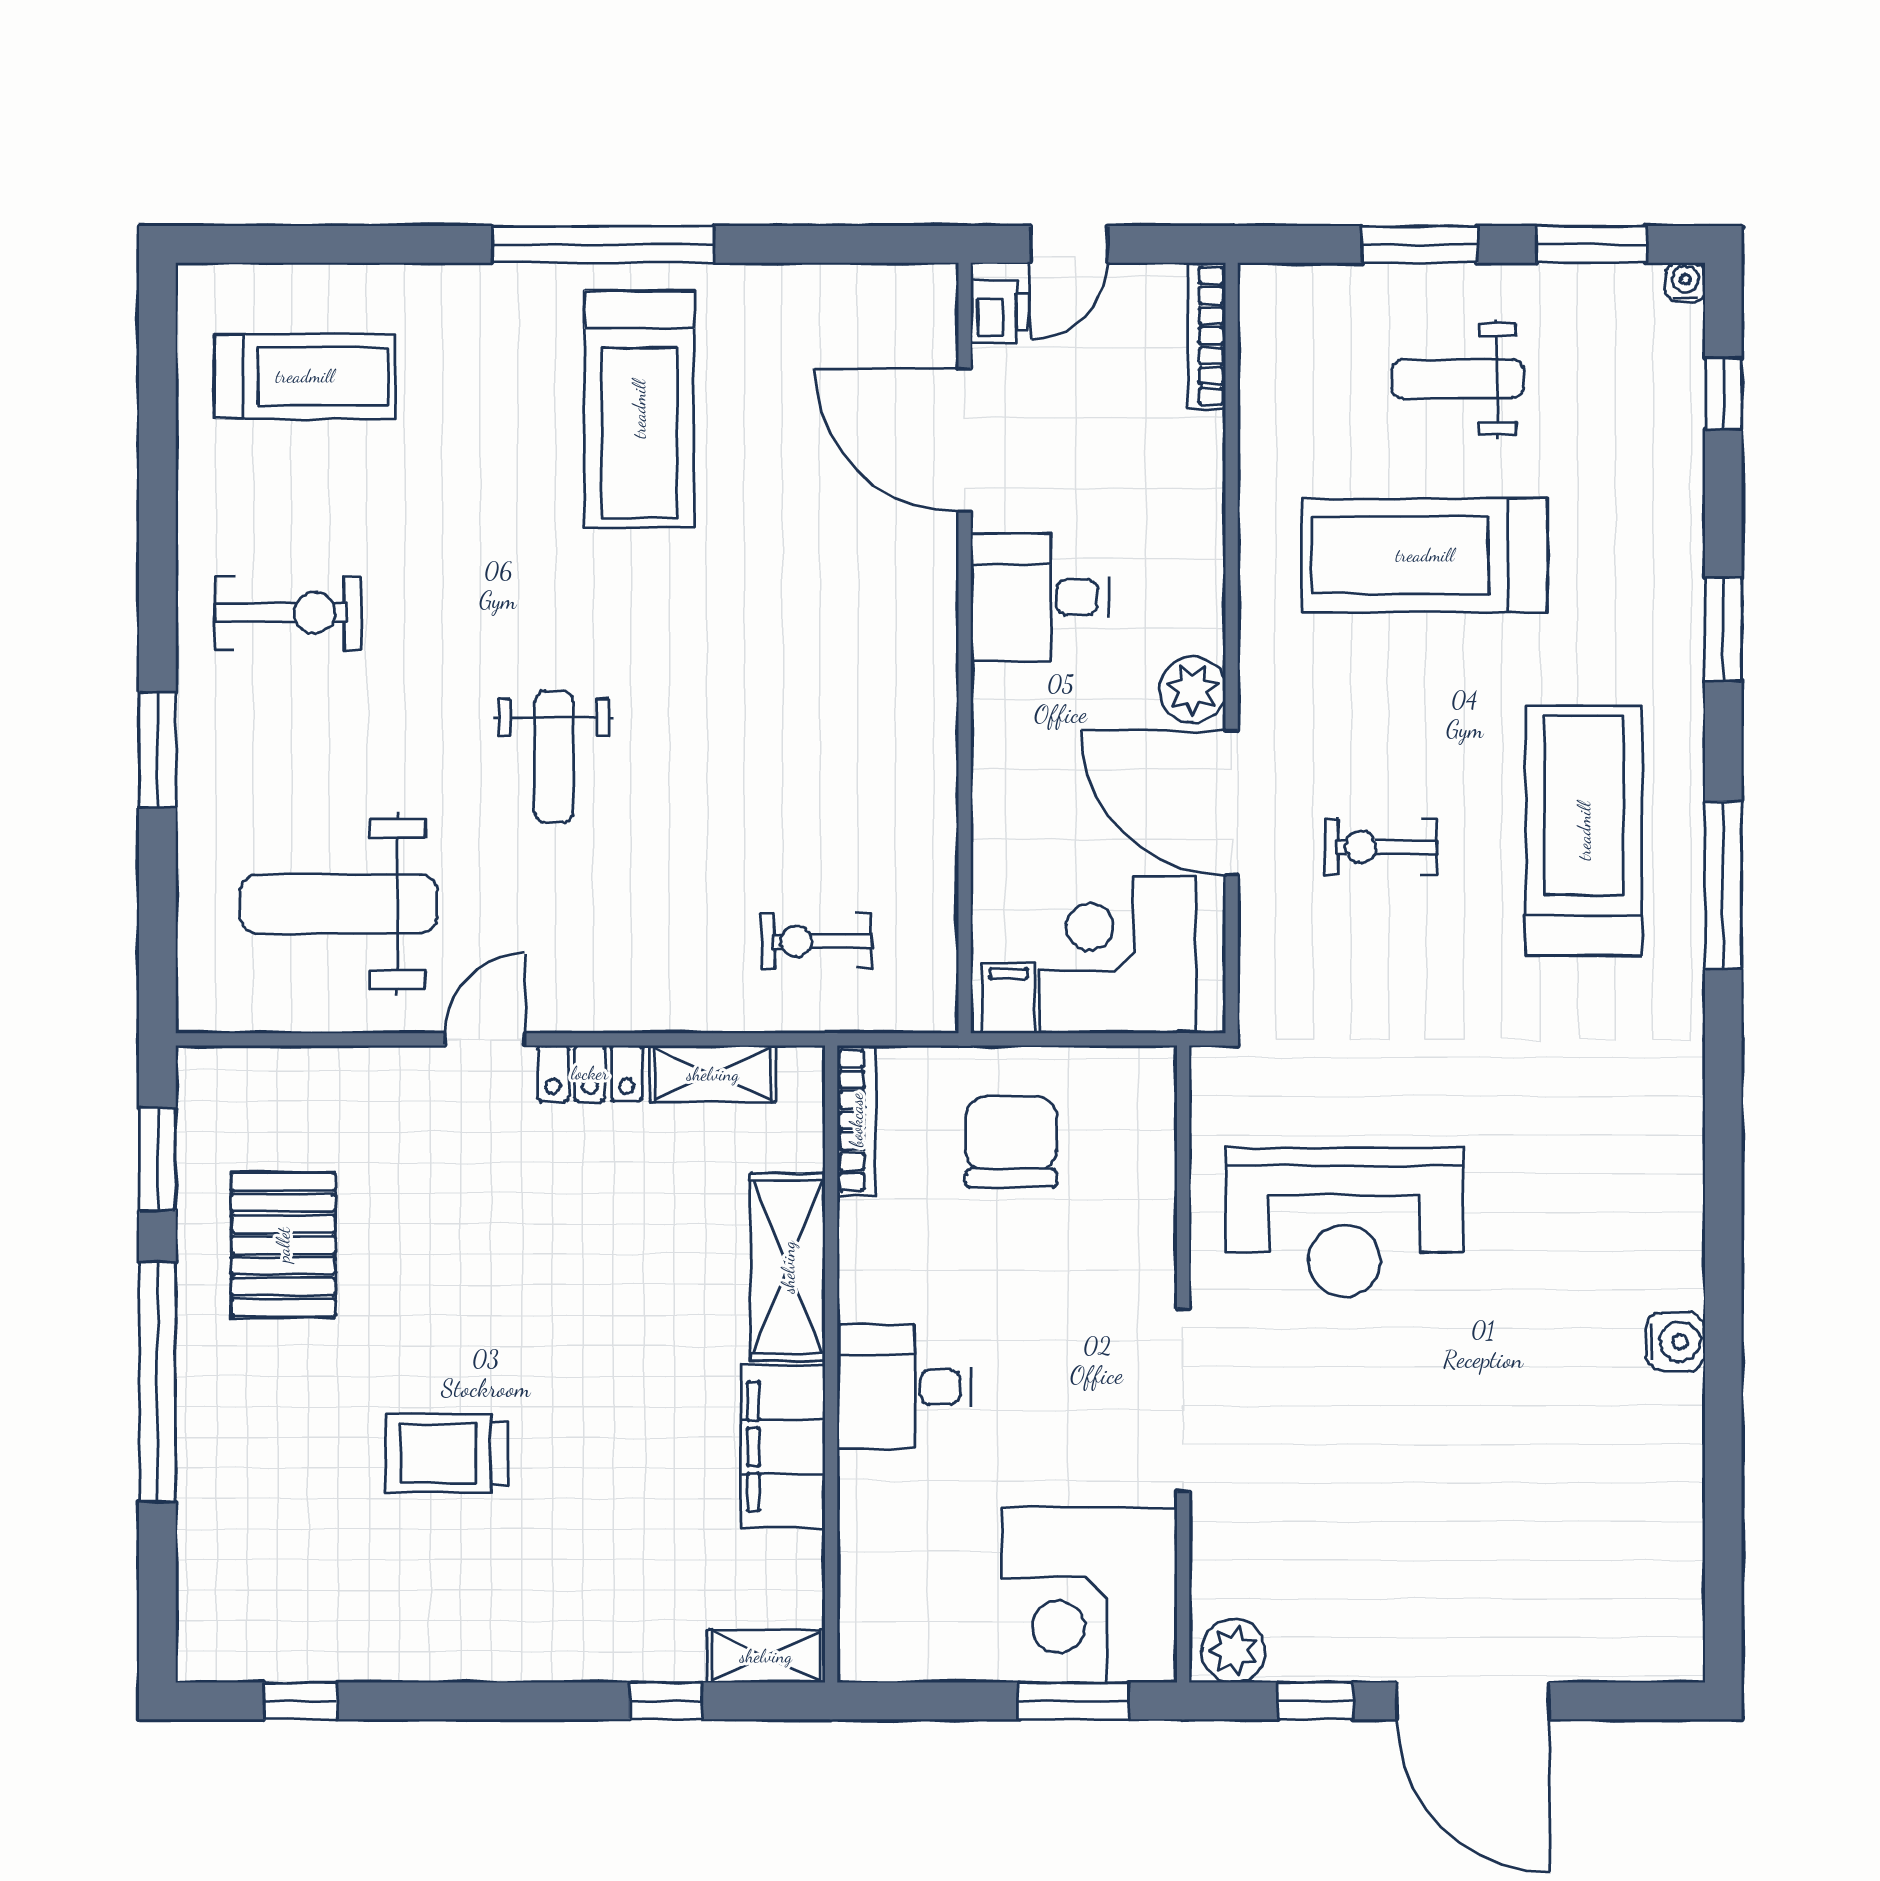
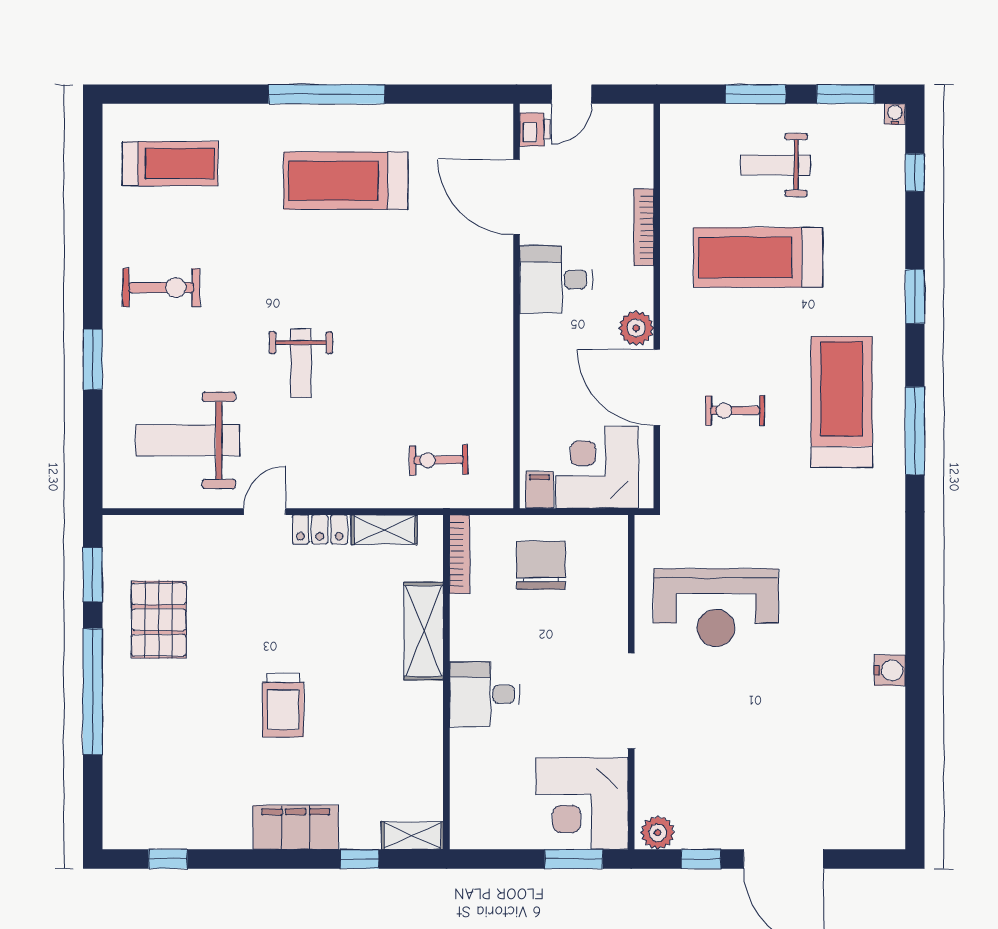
bookcase: (1207, 336) -> (644, 227), moved
treadmill: (639, 409) -> (346, 181), turned 90
filing cabinet: (783, 1447) -> (296, 827), moved, turned 90
trolley: (447, 1453) -> (283, 705), moved, turned -90

